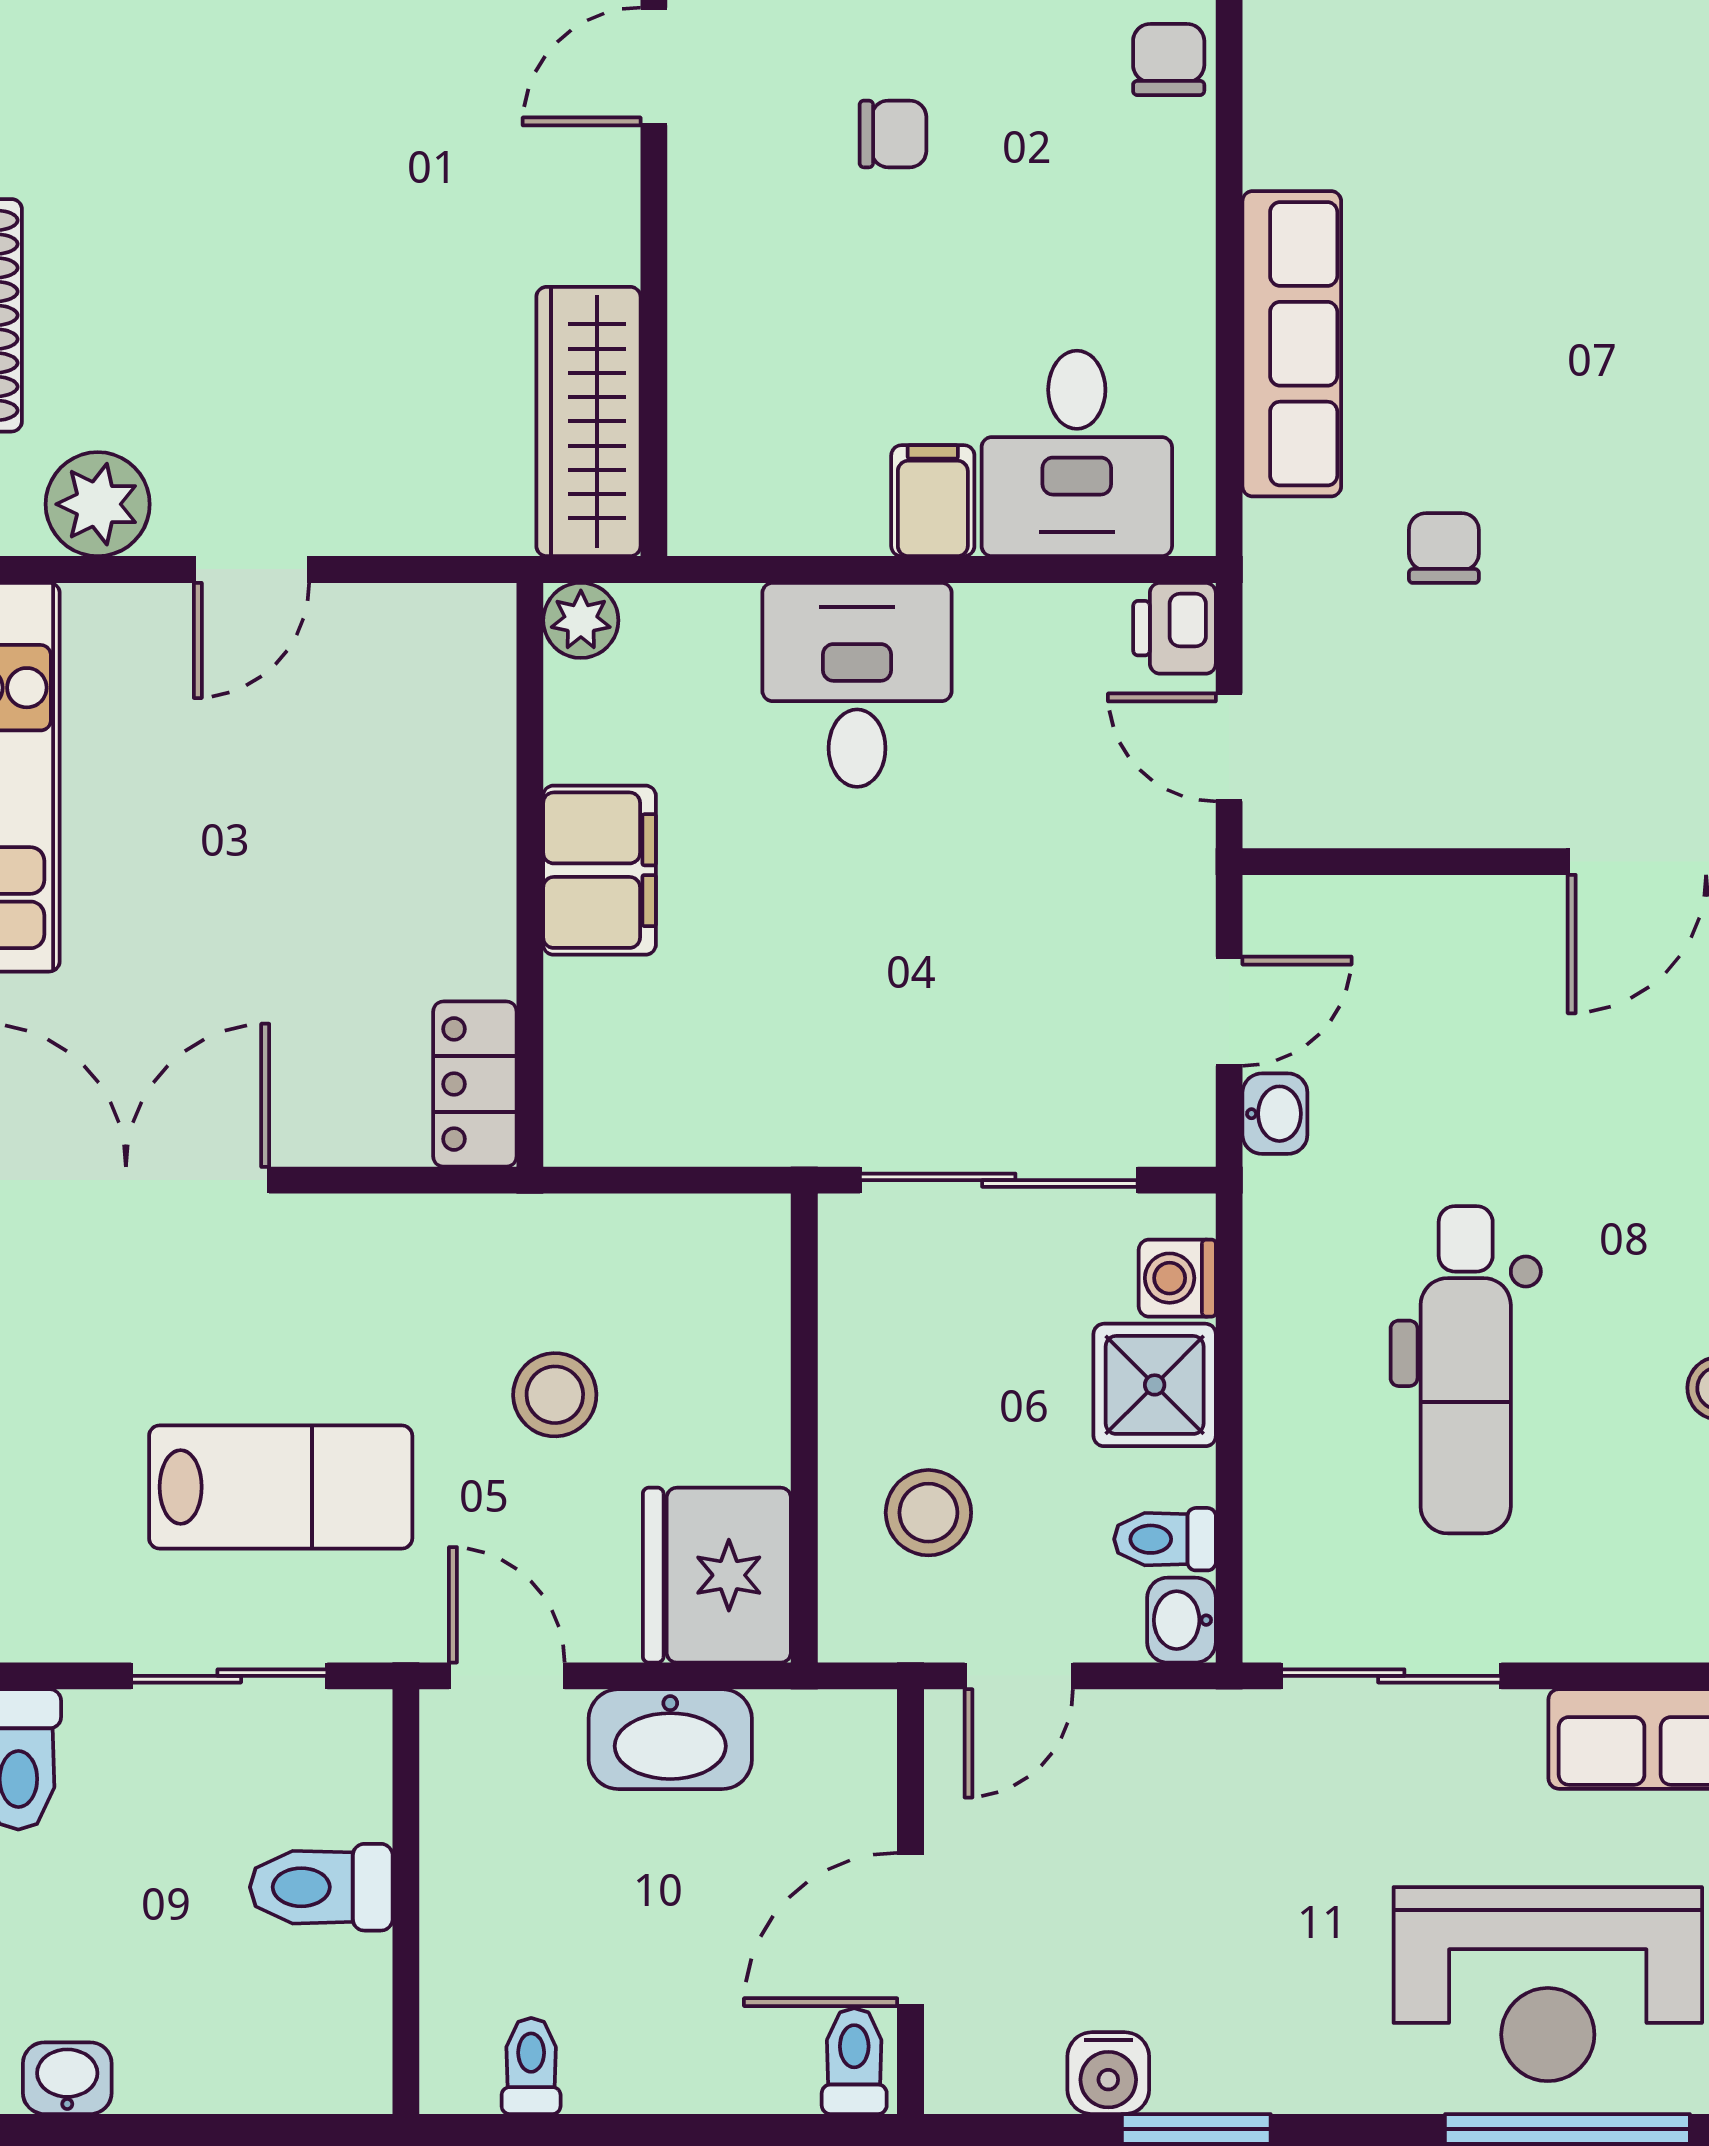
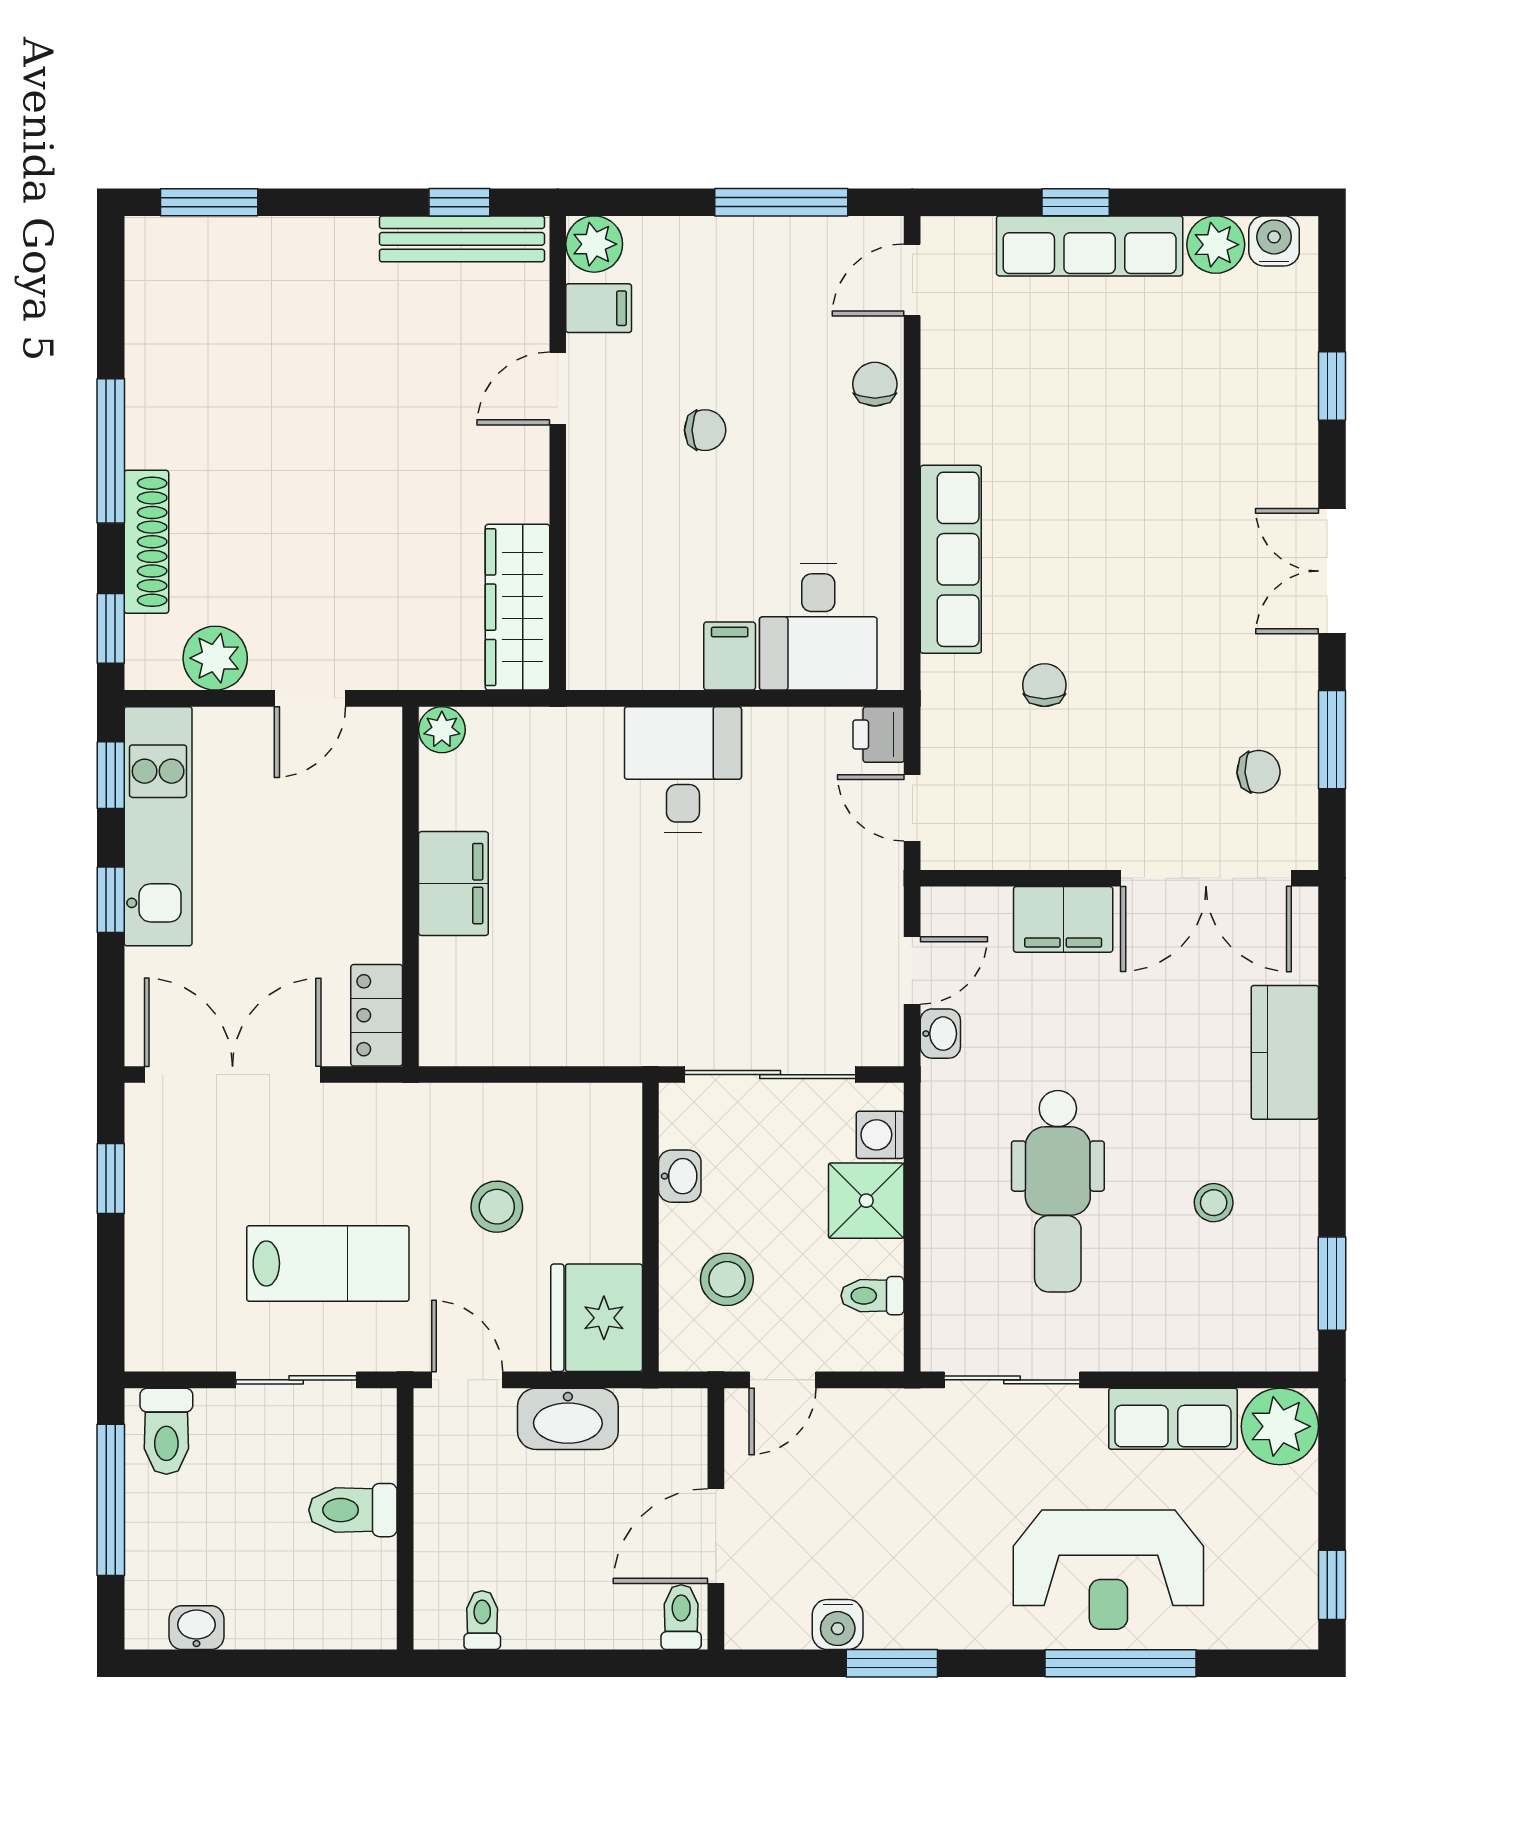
plant: (581, 620) -> (442, 730), moved
filing cabinet: (600, 870) -> (453, 884), moved
wall: (530, 875) -> (411, 886), moved
filing cabinet: (1474, 928) -> (1063, 919), added
locker: (475, 1084) -> (377, 1015), moved
washbasin: (1181, 1620) -> (680, 1176), moved, turned 180

